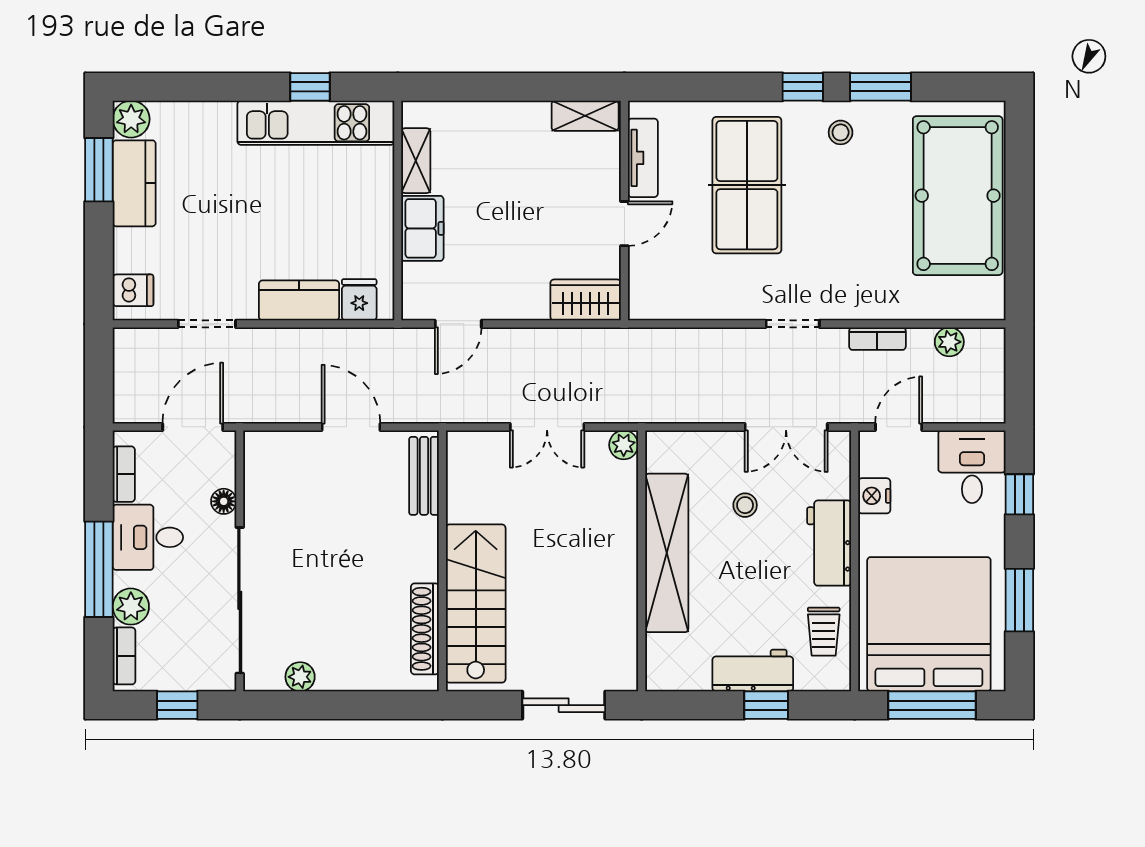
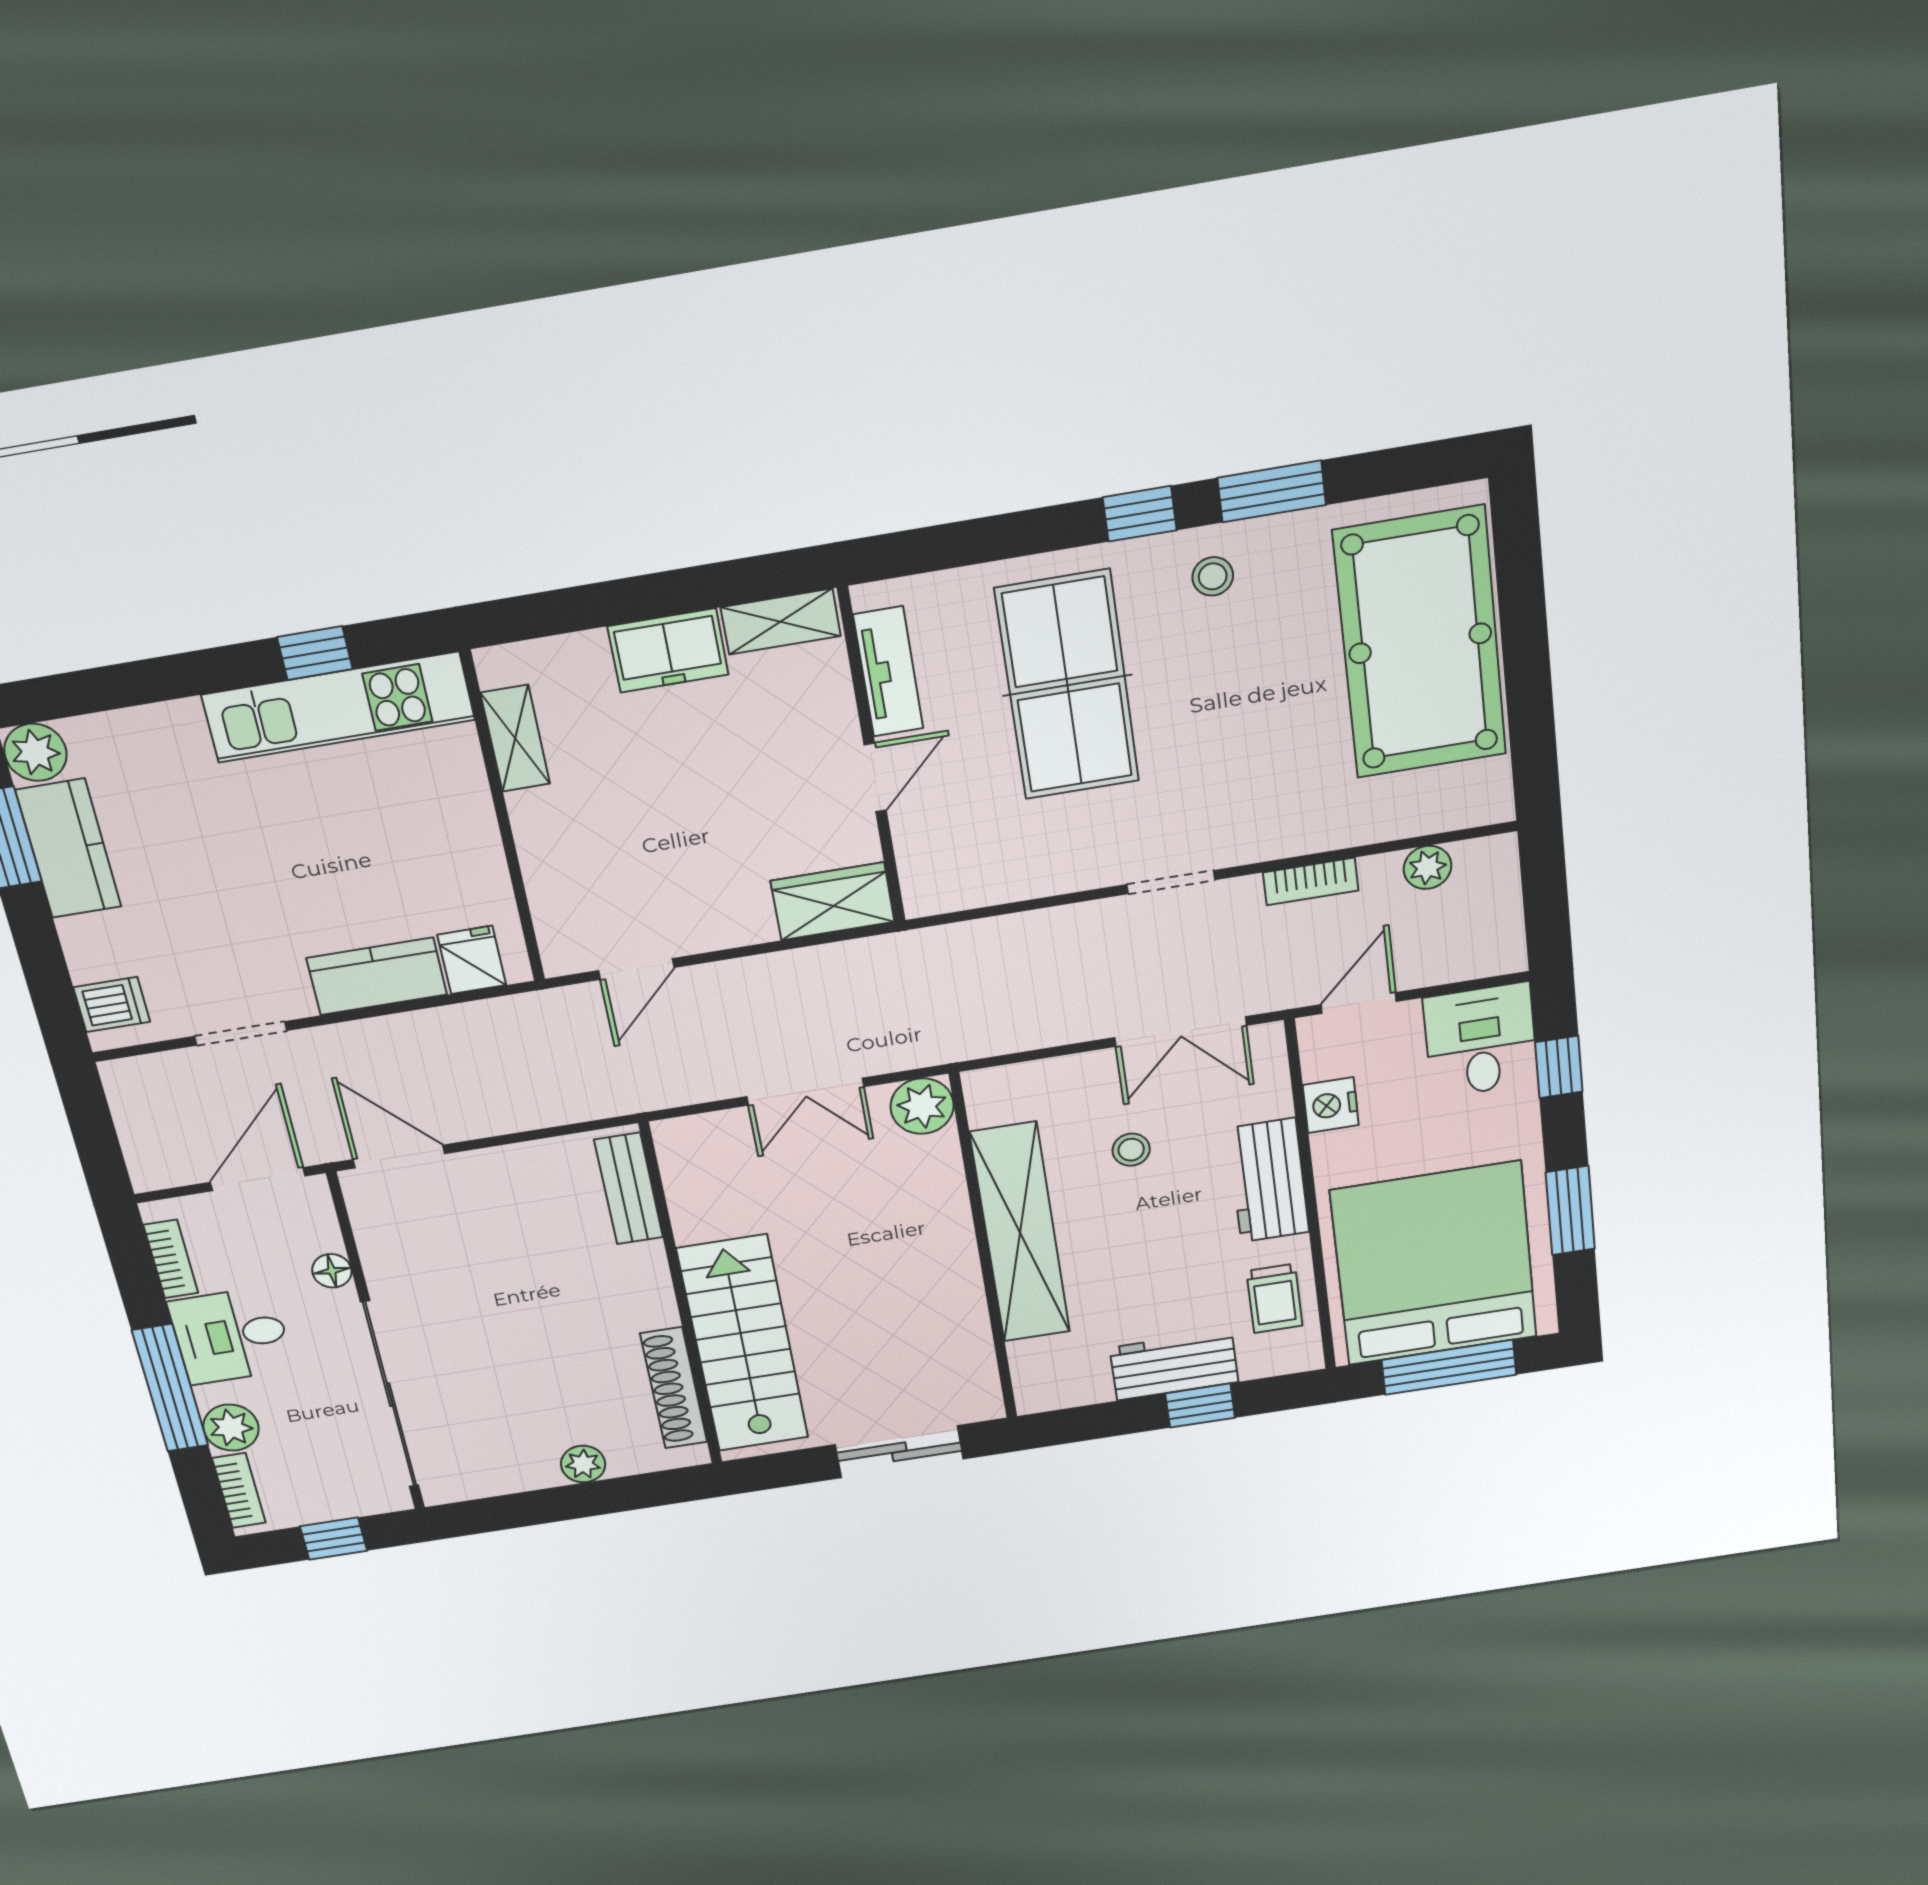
freezer: (422, 228) -> (668, 650), moved, turned 90
door: (351, 427) -> (399, 1157), moved
plant: (624, 445) -> (922, 1106), width x1.38, depth x1.38
plant: (300, 677) -> (583, 1464), moved

